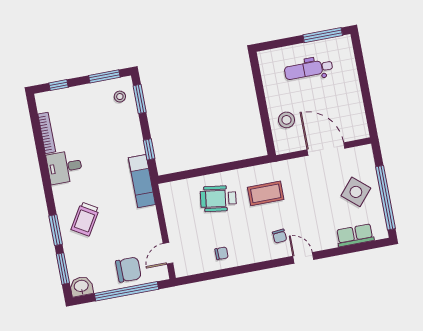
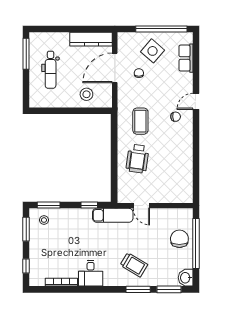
kitchen counter: (356, 113) -> (91, 39), added
door: (168, 253) -> (141, 206), moved
chair: (222, 253) -> (139, 73), moved

